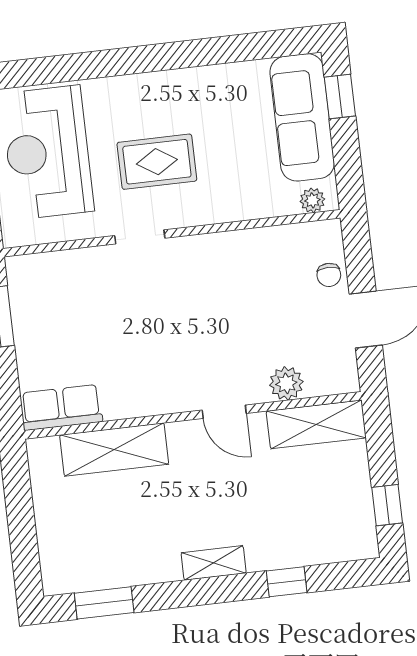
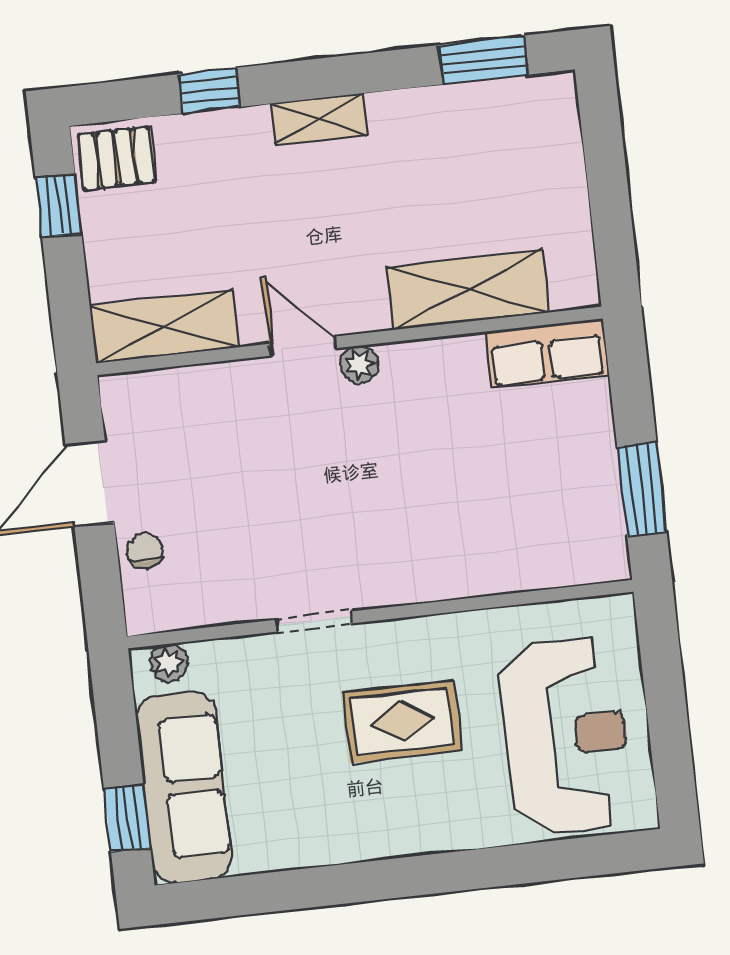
doorway: (140, 237) -> (313, 622), moved
plant: (286, 383) -> (359, 364), moved, width x0.73, depth x0.73
pallet: (349, 536) -> (116, 158), added

